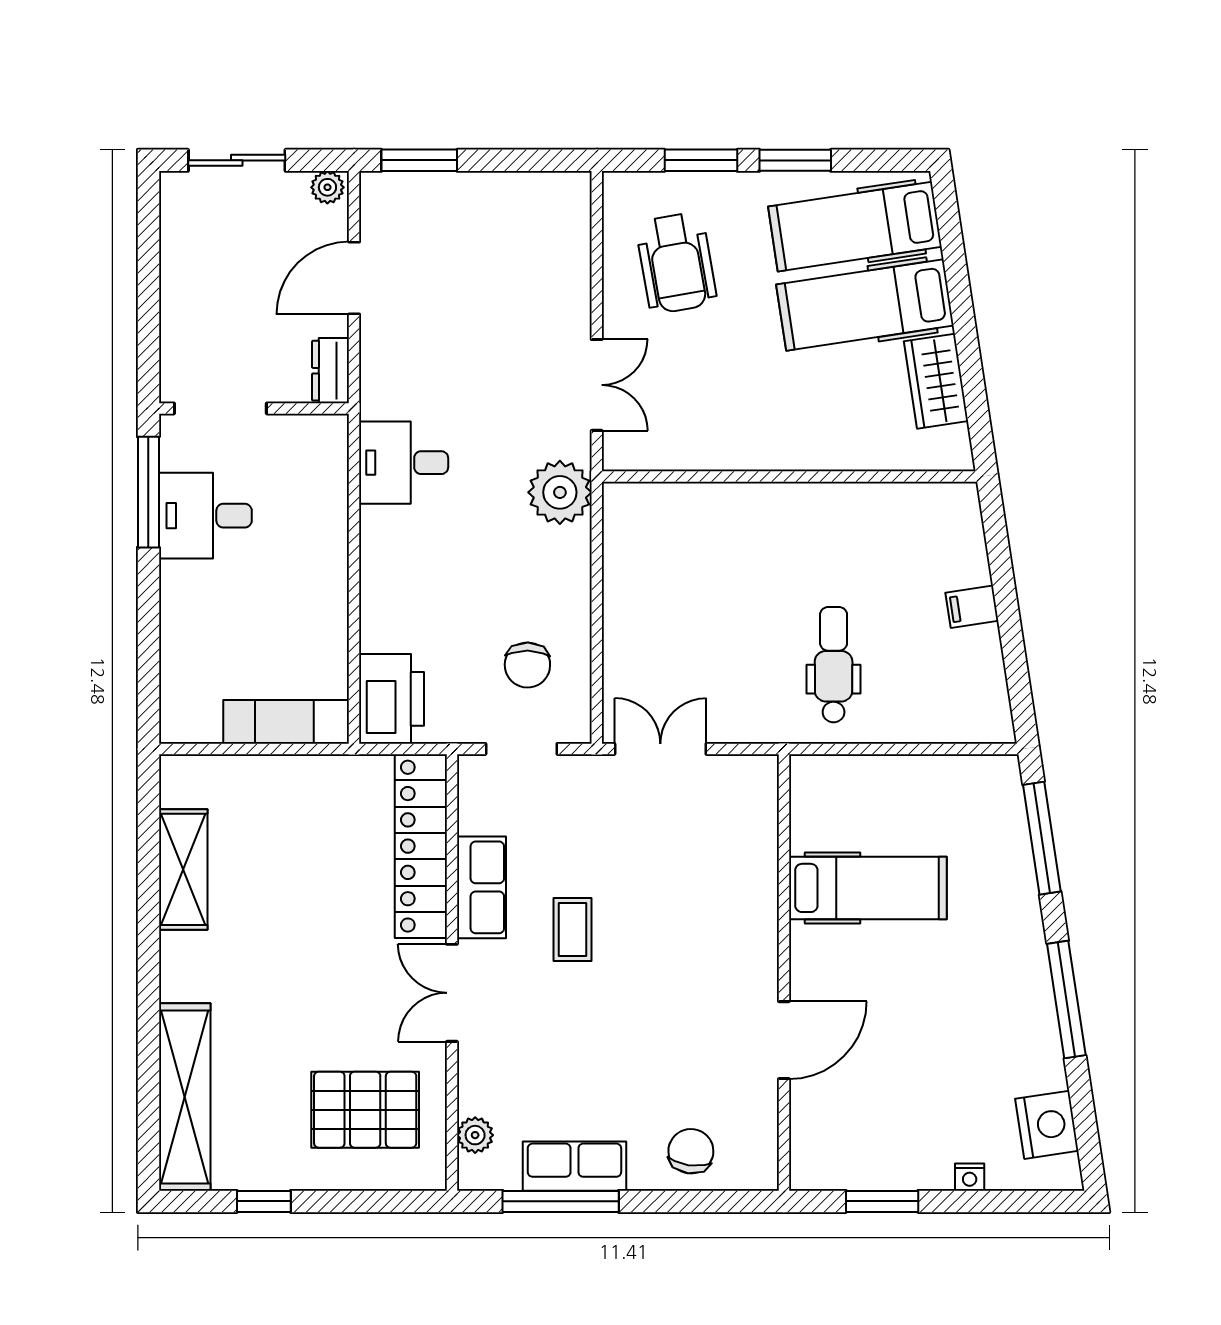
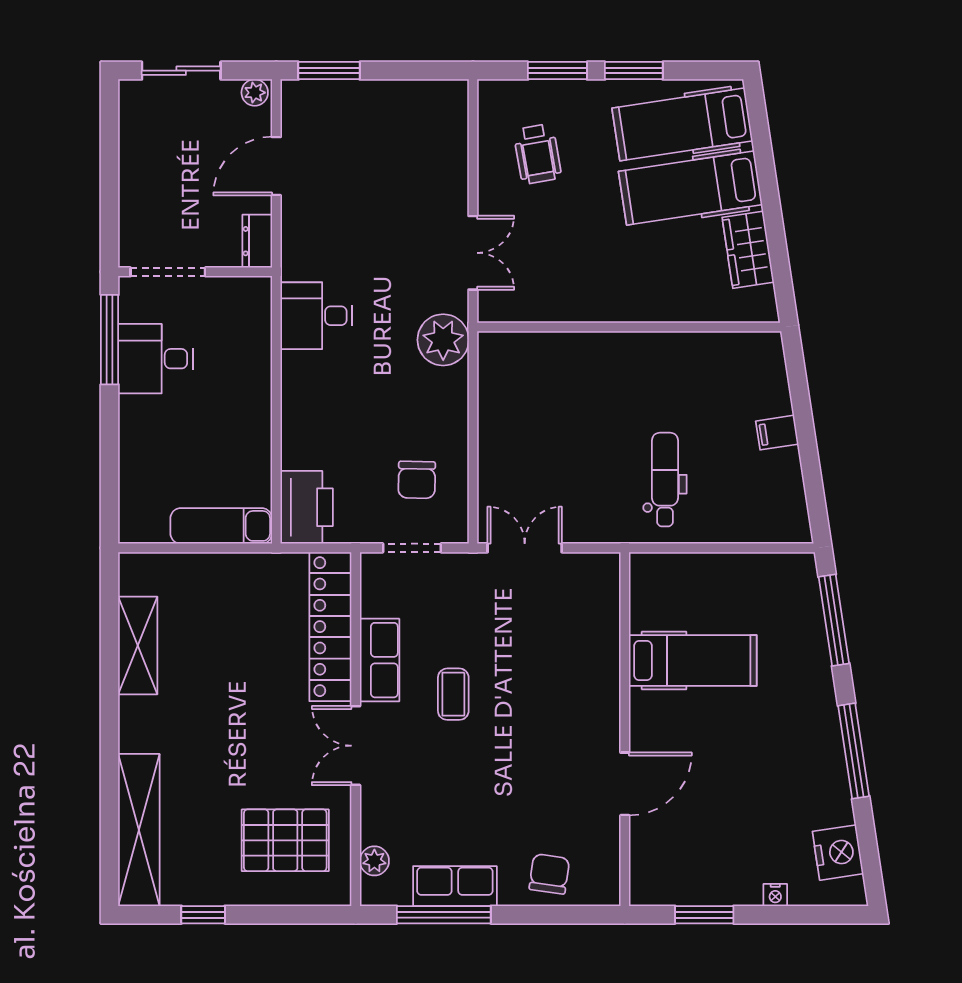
wheelchair: (676, 263) -> (537, 154), width x0.73, depth x0.73

